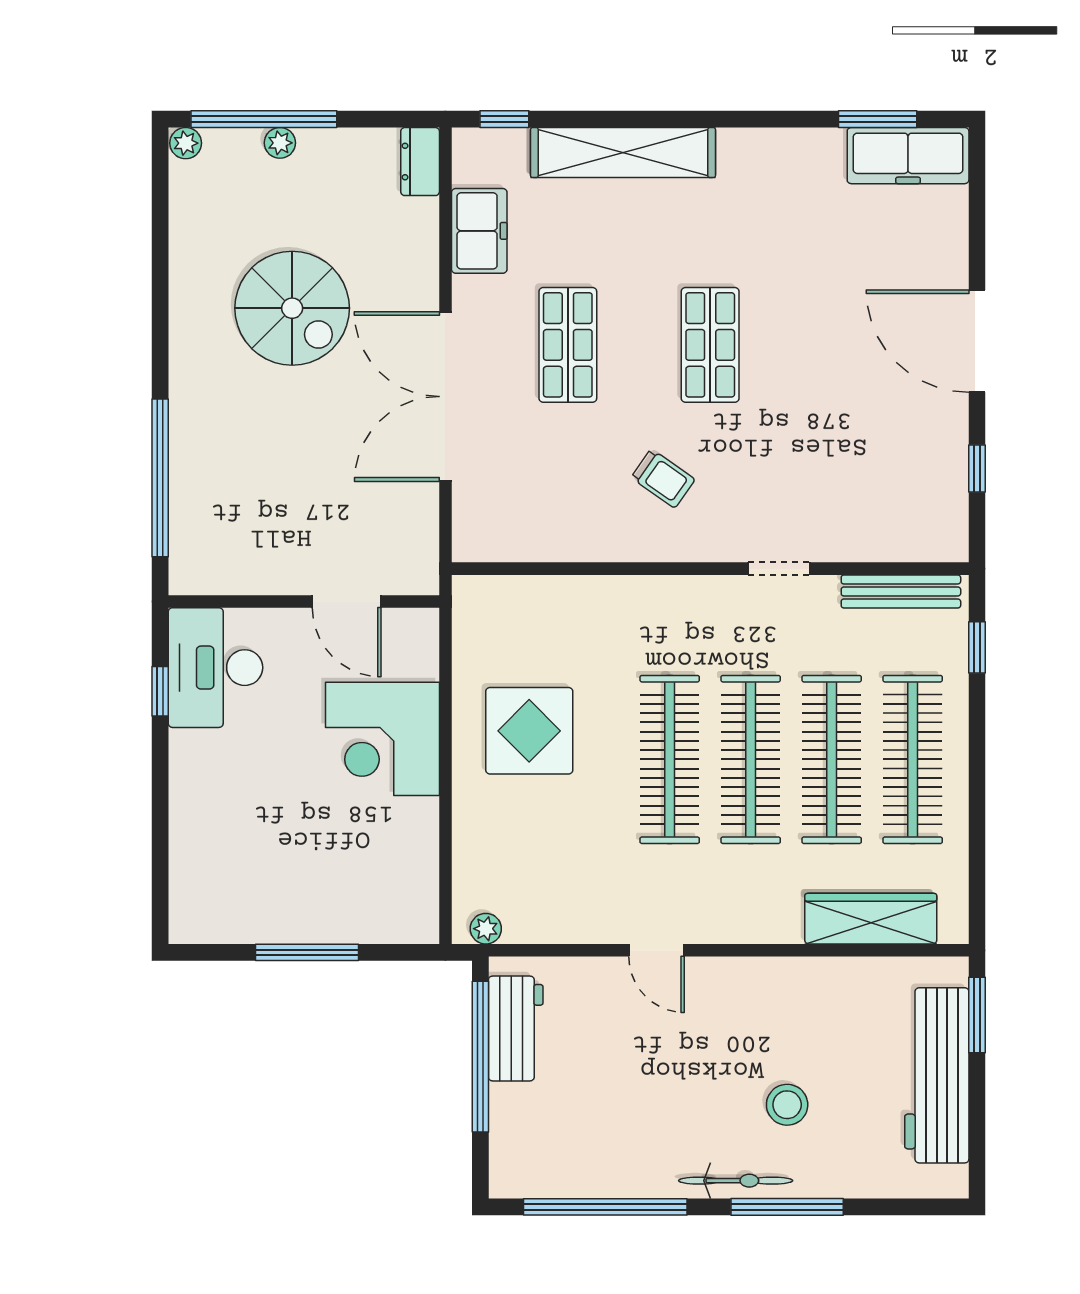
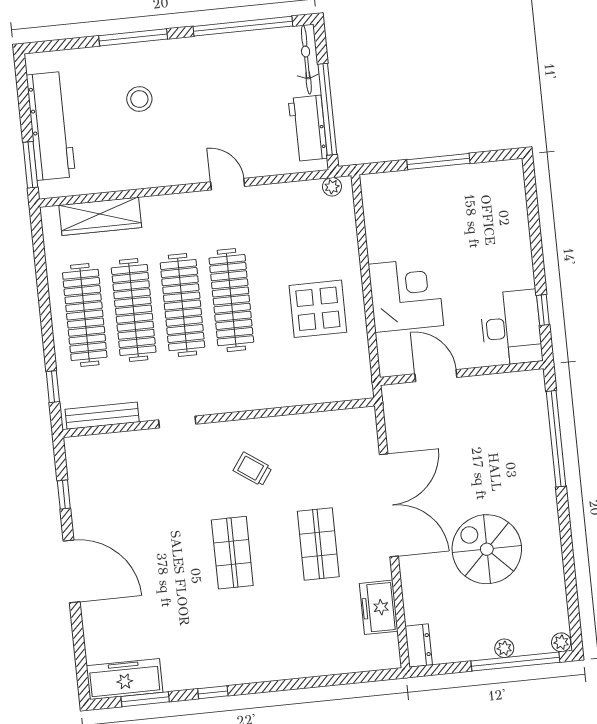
window: (504, 119) -> (213, 692), moved
shelving: (623, 153) -> (297, 663), removed
bicycle: (736, 1181) -> (306, 60), moved, turned 90

